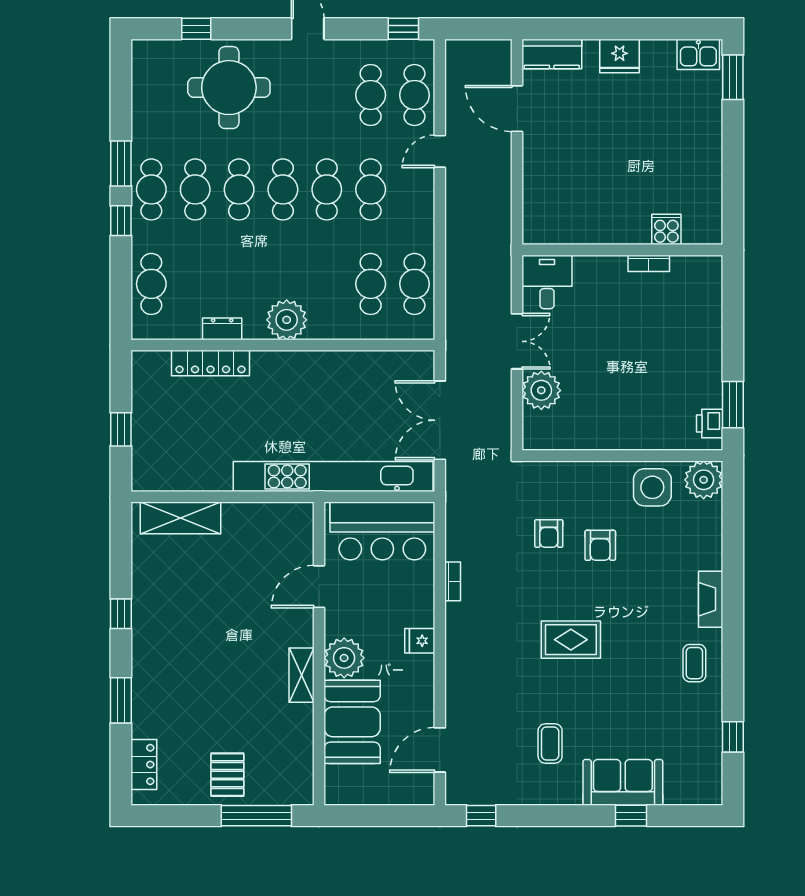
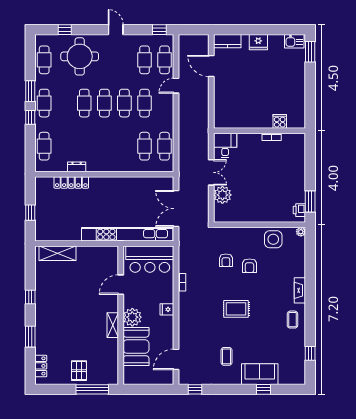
cafe table: (195, 189) -> (44, 60), moved
plant: (287, 320) -> (106, 163), removed
plant: (704, 480) -> (301, 232), width x0.53, depth x0.53

